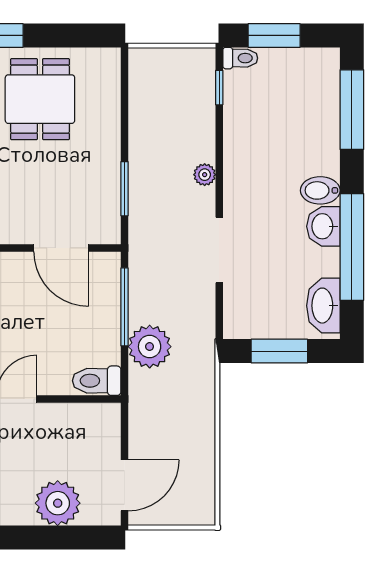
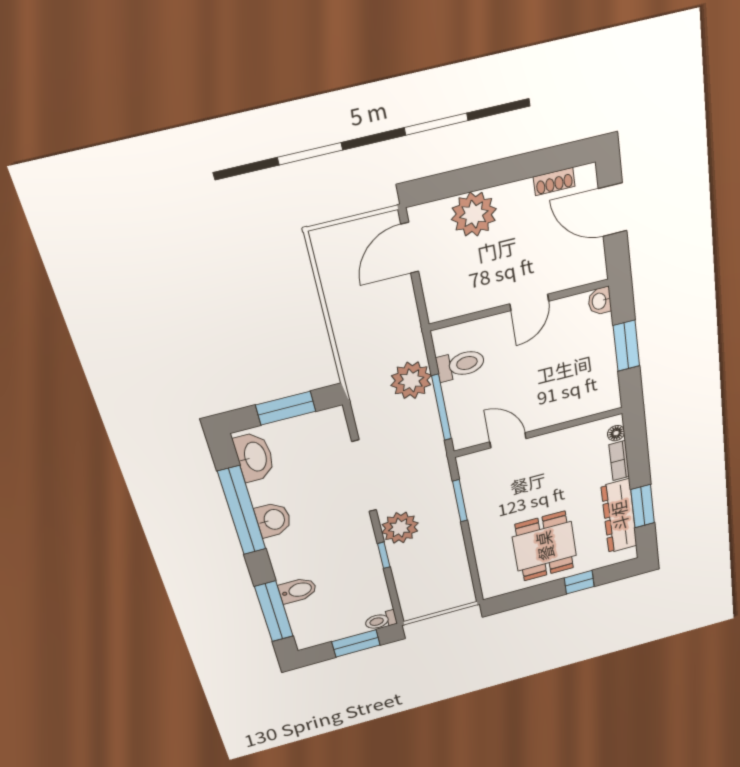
window: (219, 88) -> (384, 555), moved
plant: (205, 175) -> (400, 528), width x1.88, depth x1.88
bidet: (320, 190) -> (298, 590), moved
door: (61, 248) -> (508, 440), width x0.73
doorway: (219, 250) -> (364, 476), width x1.36
toilet: (97, 381) -> (461, 365), moved

